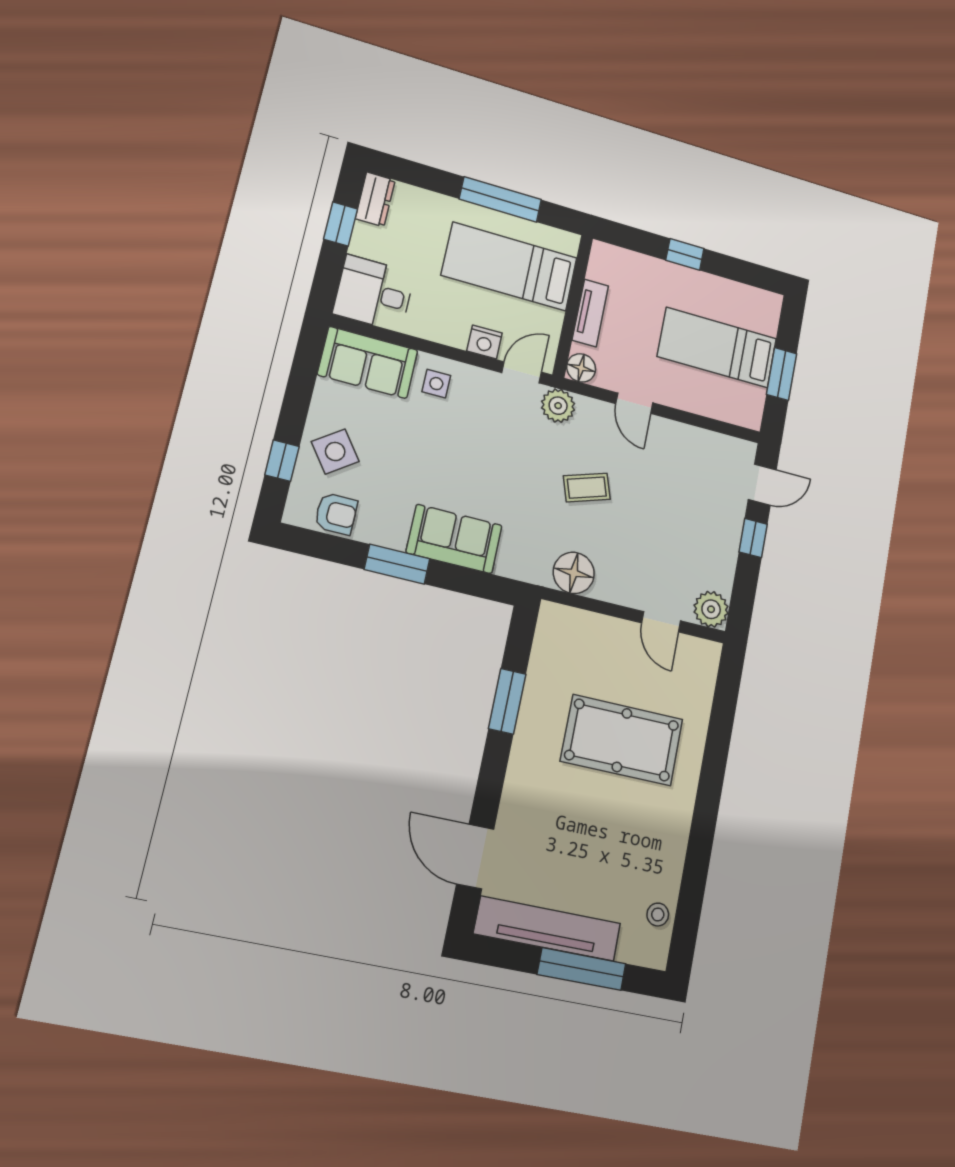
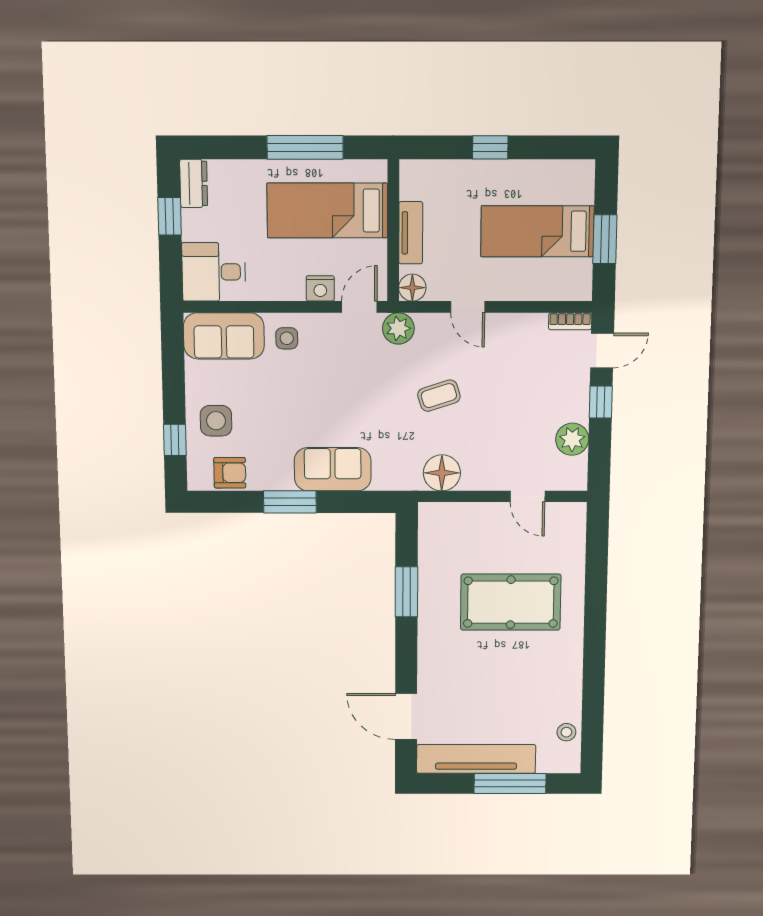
bookcase: (735, 446) -> (570, 321), added
side table: (335, 452) -> (216, 421), turned 36
plant: (711, 609) -> (572, 439), moved

